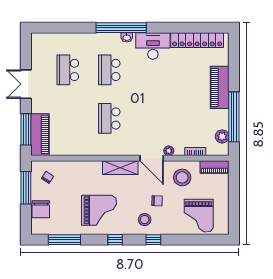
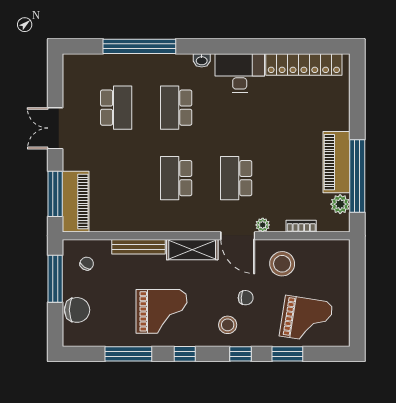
window: (121, 28) -> (139, 46), moved
school desk: (68, 70) -> (116, 108), turned 180
piano: (220, 87) -> (337, 162), moved
school desk: (151, 118) -> (236, 178), added
bench: (83, 166) -> (138, 247), added
piano: (214, 167) -> (329, 249), removed
chair: (41, 209) -> (77, 310), turned -90
grand piano: (199, 216) -> (306, 319), turned -81
window: (64, 240) -> (128, 354), moved
window: (186, 240) -> (287, 354), added

